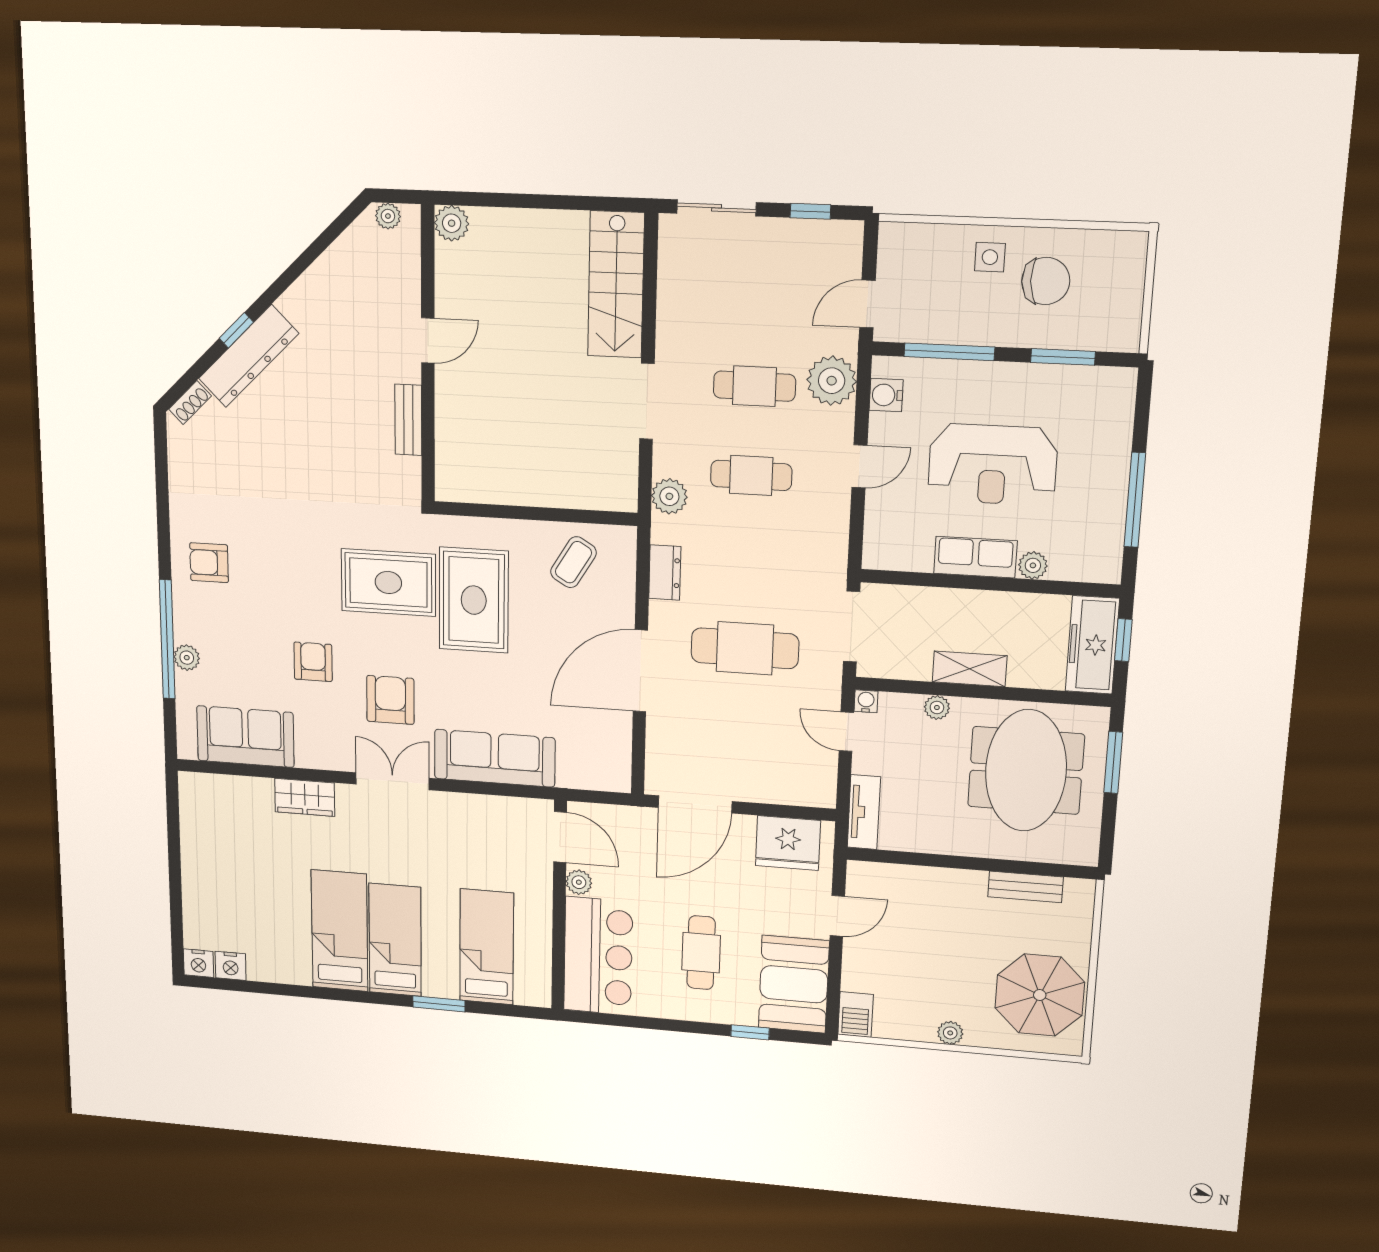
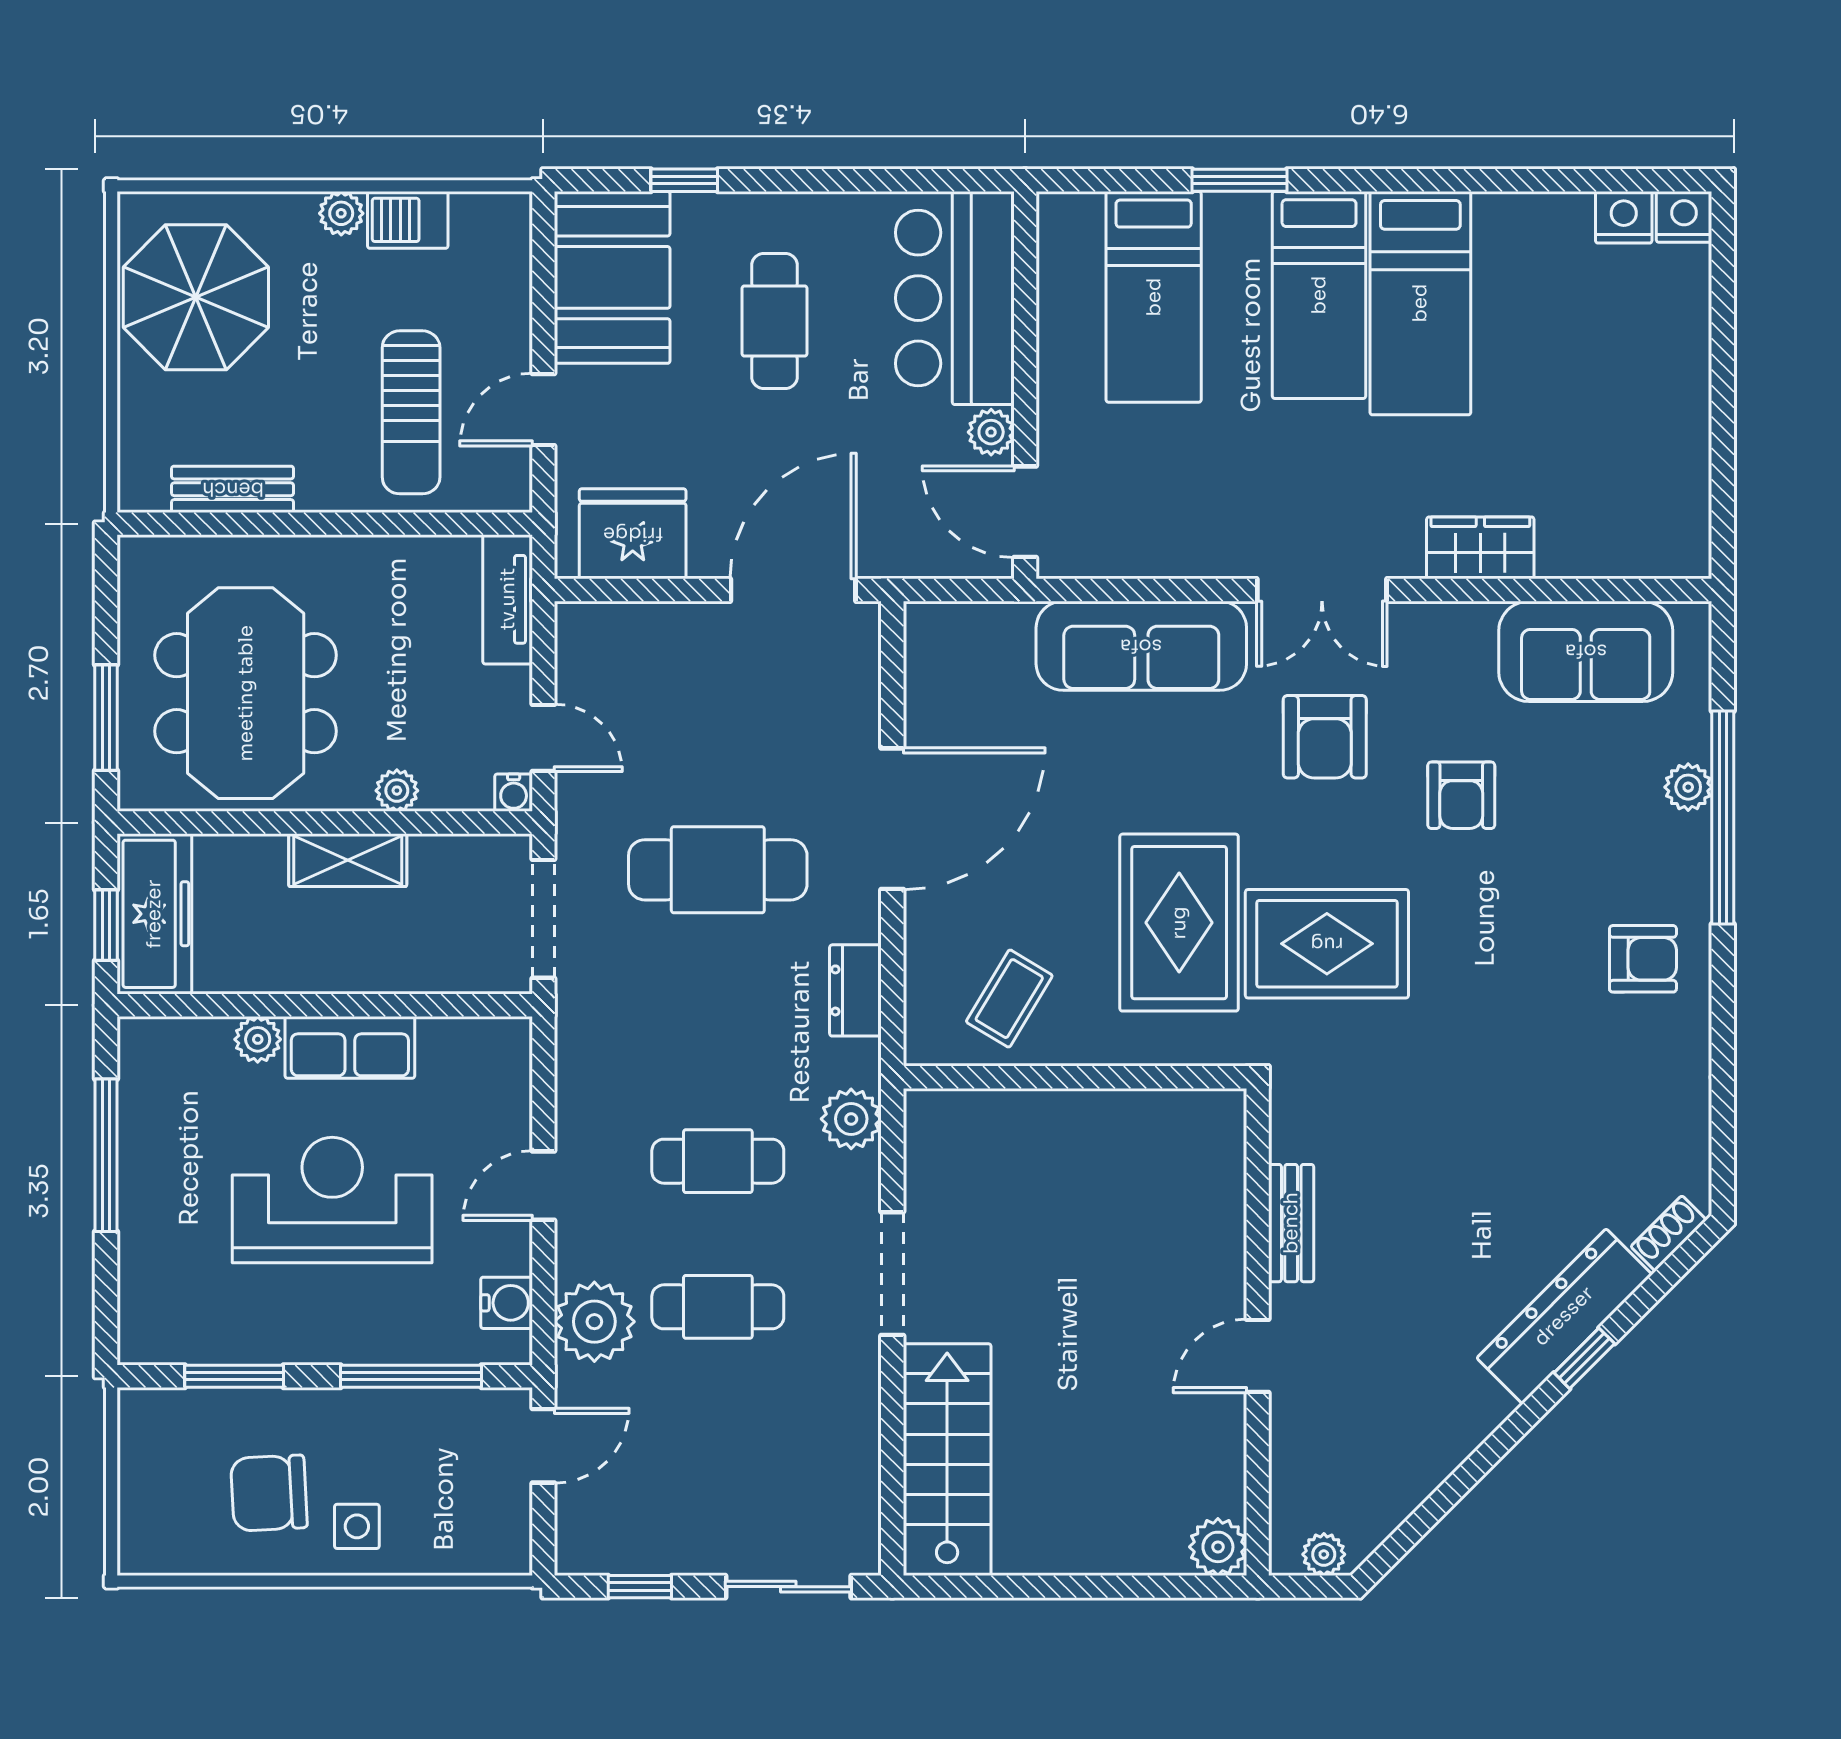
sun lounger: (916, 921) -> (411, 412), added
barbecue: (856, 1015) -> (408, 220), moved, turned -90

